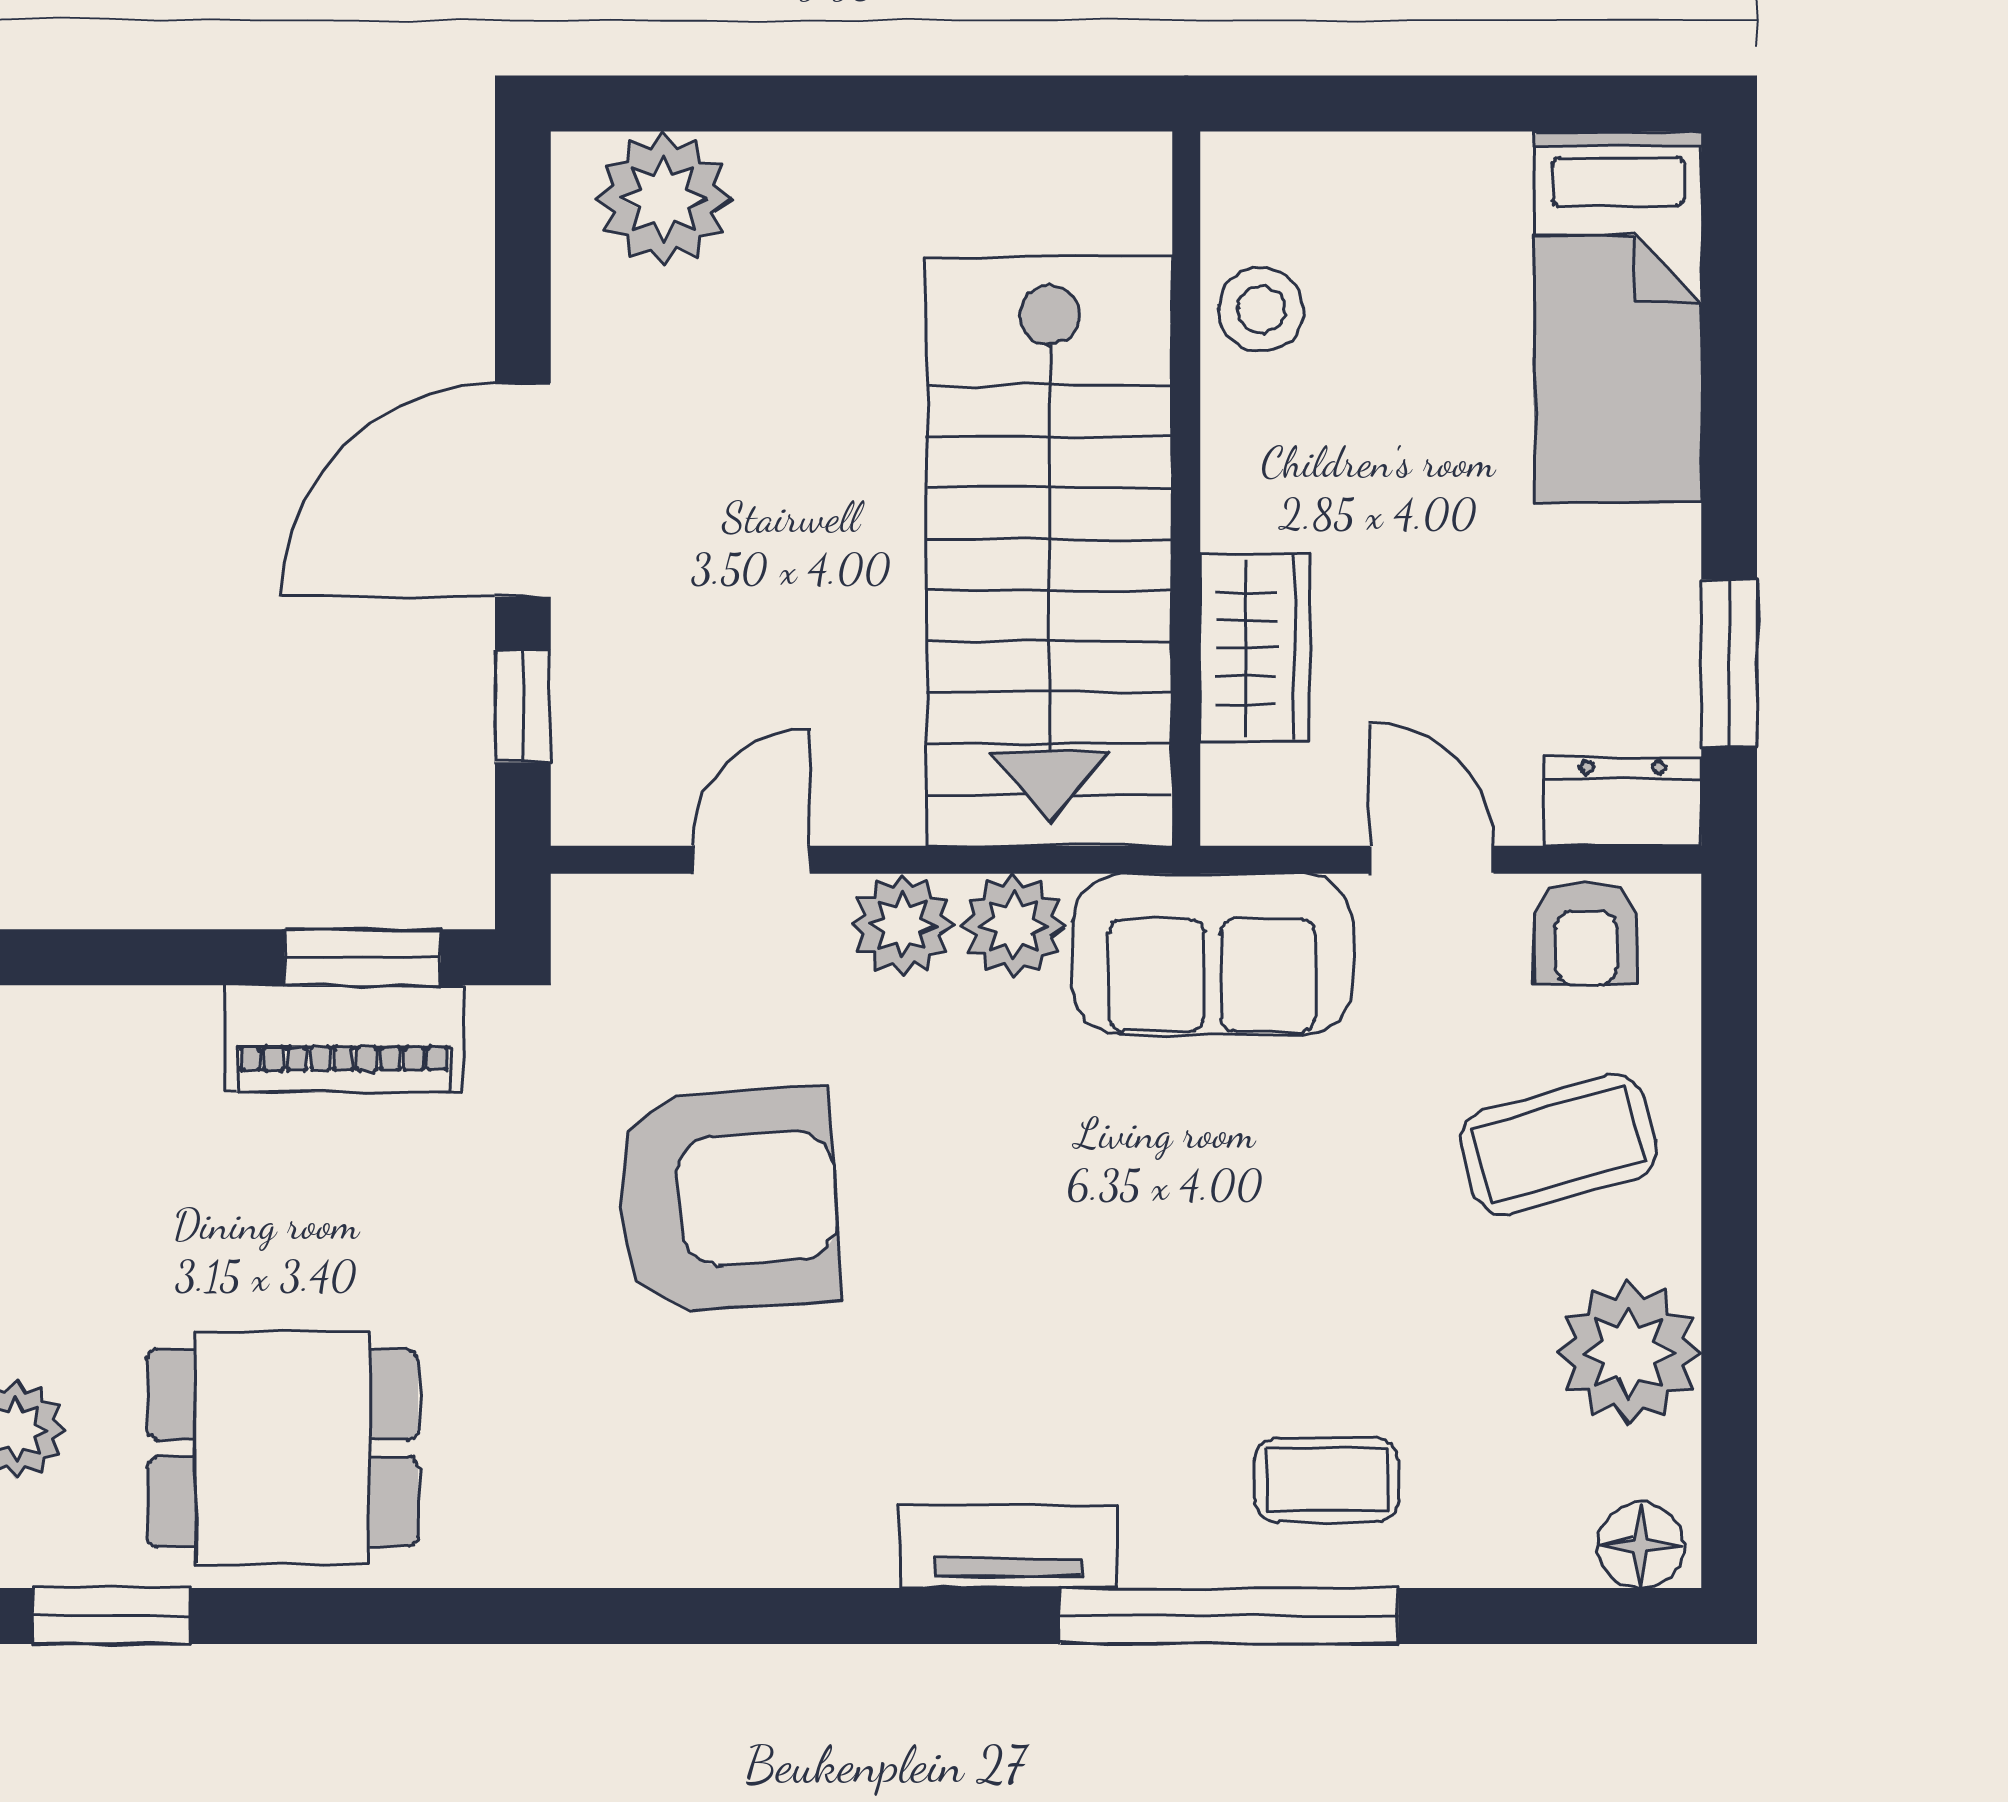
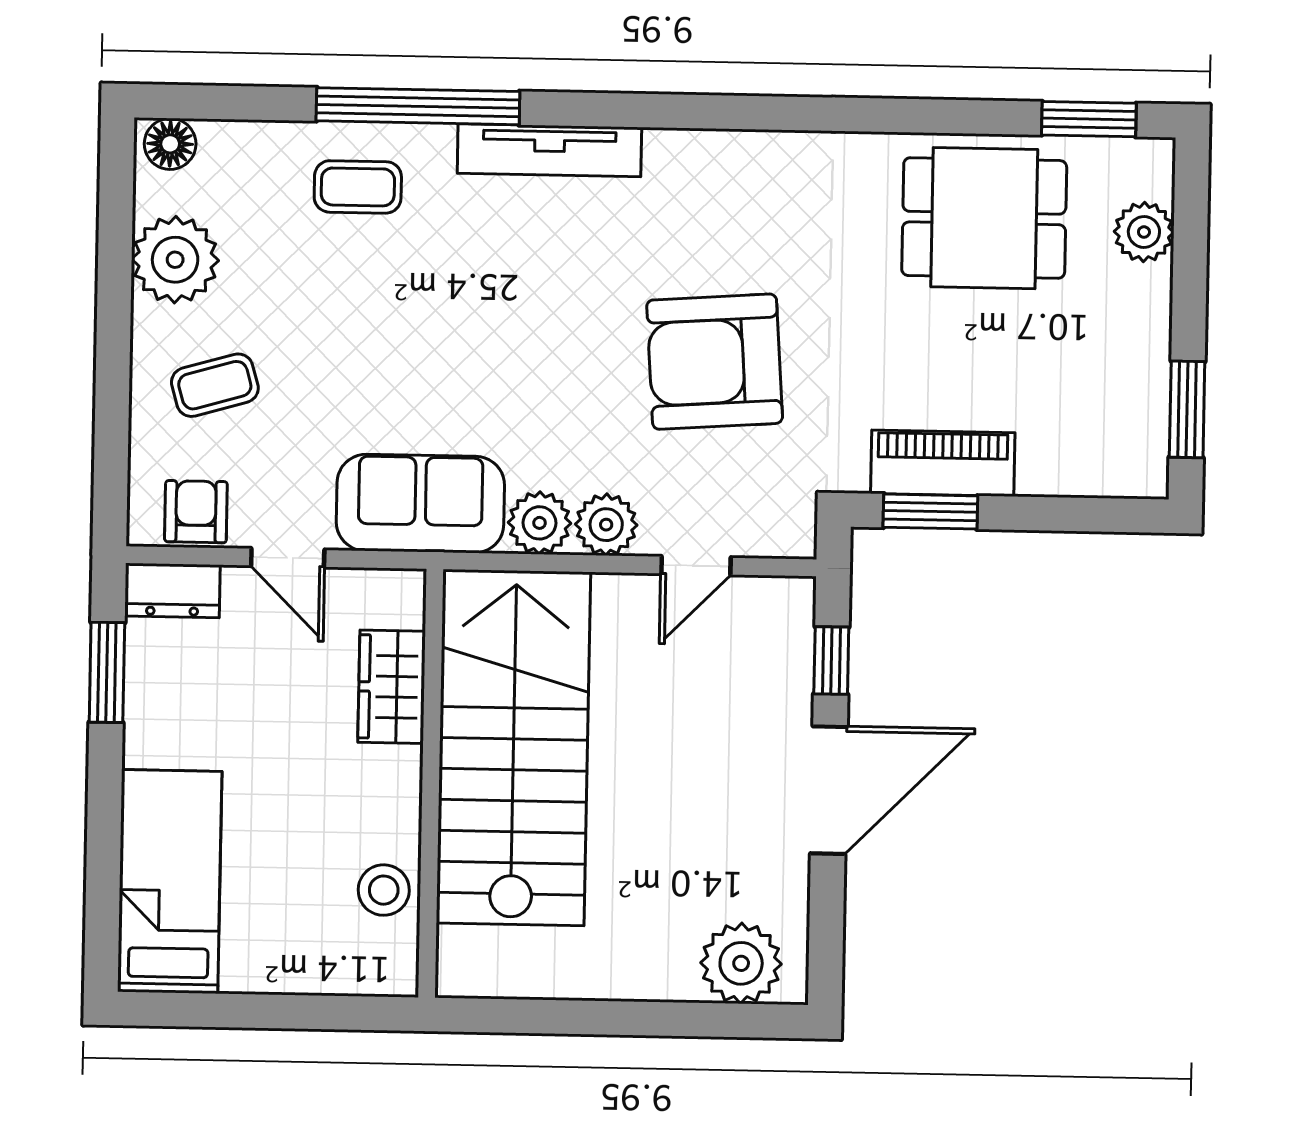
coffee table: (1559, 1145) -> (215, 385), width x0.73, depth x0.77
tv unit: (1009, 1547) -> (549, 150), width x1.41

